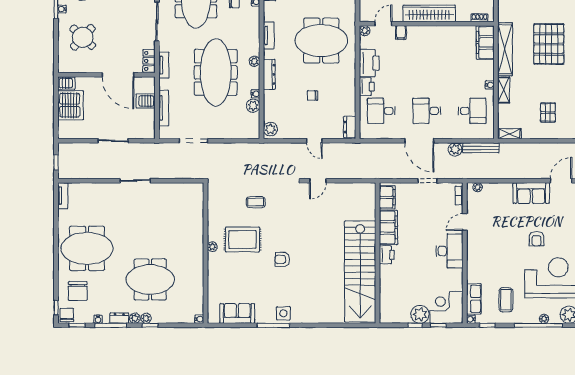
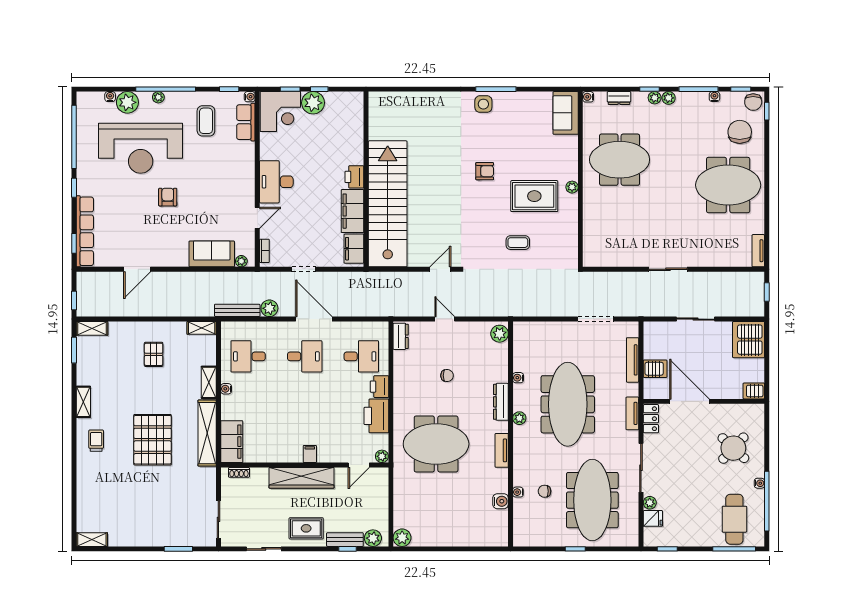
filing cabinet: (401, 33) -> (310, 454), moved
server rack: (71, 105) -> (749, 340), moved
plant: (253, 106) -> (521, 363), removed
sofa: (531, 193) -> (212, 254), moved
stairs: (360, 271) -> (388, 204), moved
meeting table: (150, 279) -> (620, 160), moved
sofa: (237, 313) -> (566, 113), moved, turned 90
dresser: (119, 318) -> (619, 98), moved

